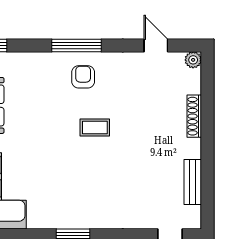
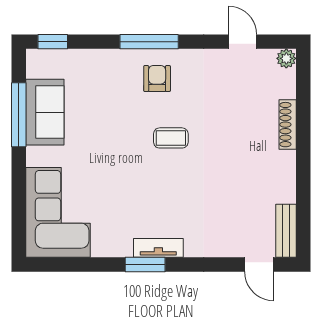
bench: (193, 182) -> (286, 231), moved
tv unit: (84, 221) -> (158, 248), added

